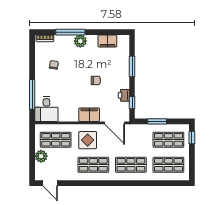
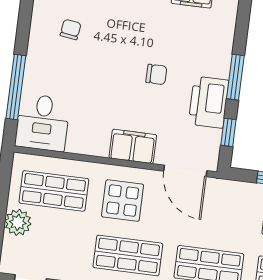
window: (132, 67) -> (235, 77), moved
printer: (124, 95) -> (209, 102), width x1.87, depth x1.48

